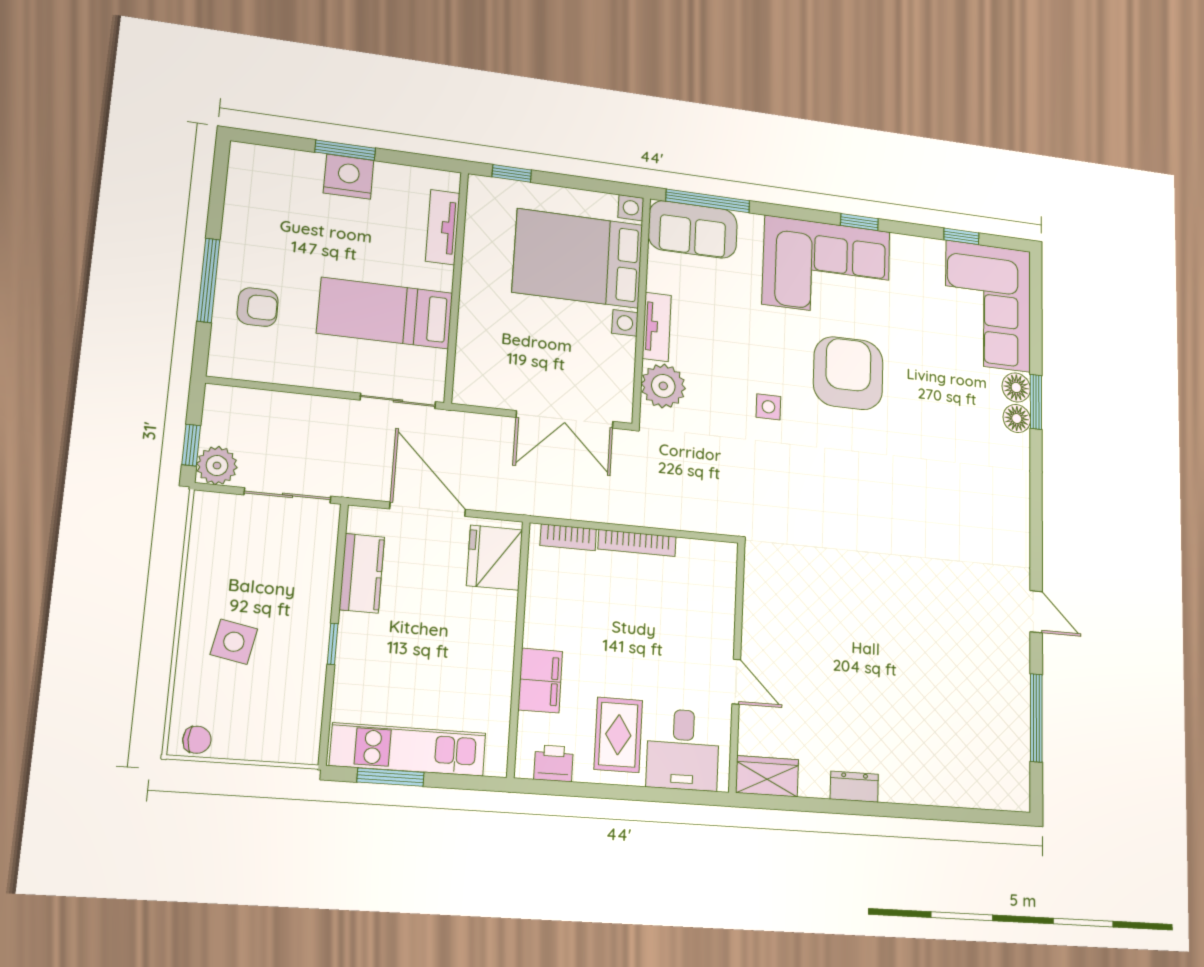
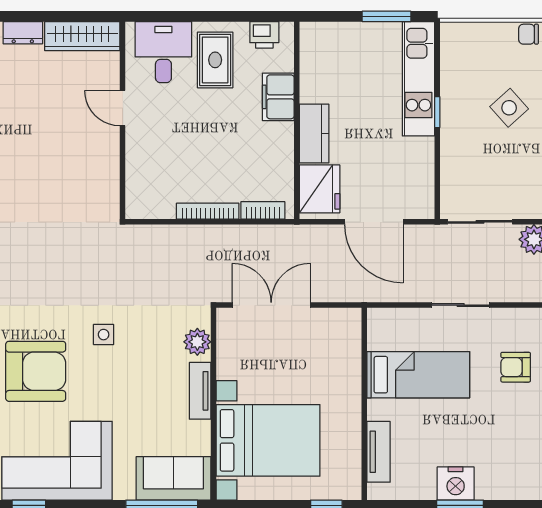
armchair: (848, 373) -> (36, 371), turned -90
plant: (663, 386) -> (197, 342), width x0.73, depth x0.73
sliding door: (398, 401) -> (461, 305), moved
kitchen counter: (362, 573) -> (314, 133), moved, turned 180
side table: (234, 642) -> (509, 108), turned 37
kitchen unit: (408, 749) -> (418, 79), moved, turned 90
wardrobe: (767, 776) -> (82, 36), width x1.50

